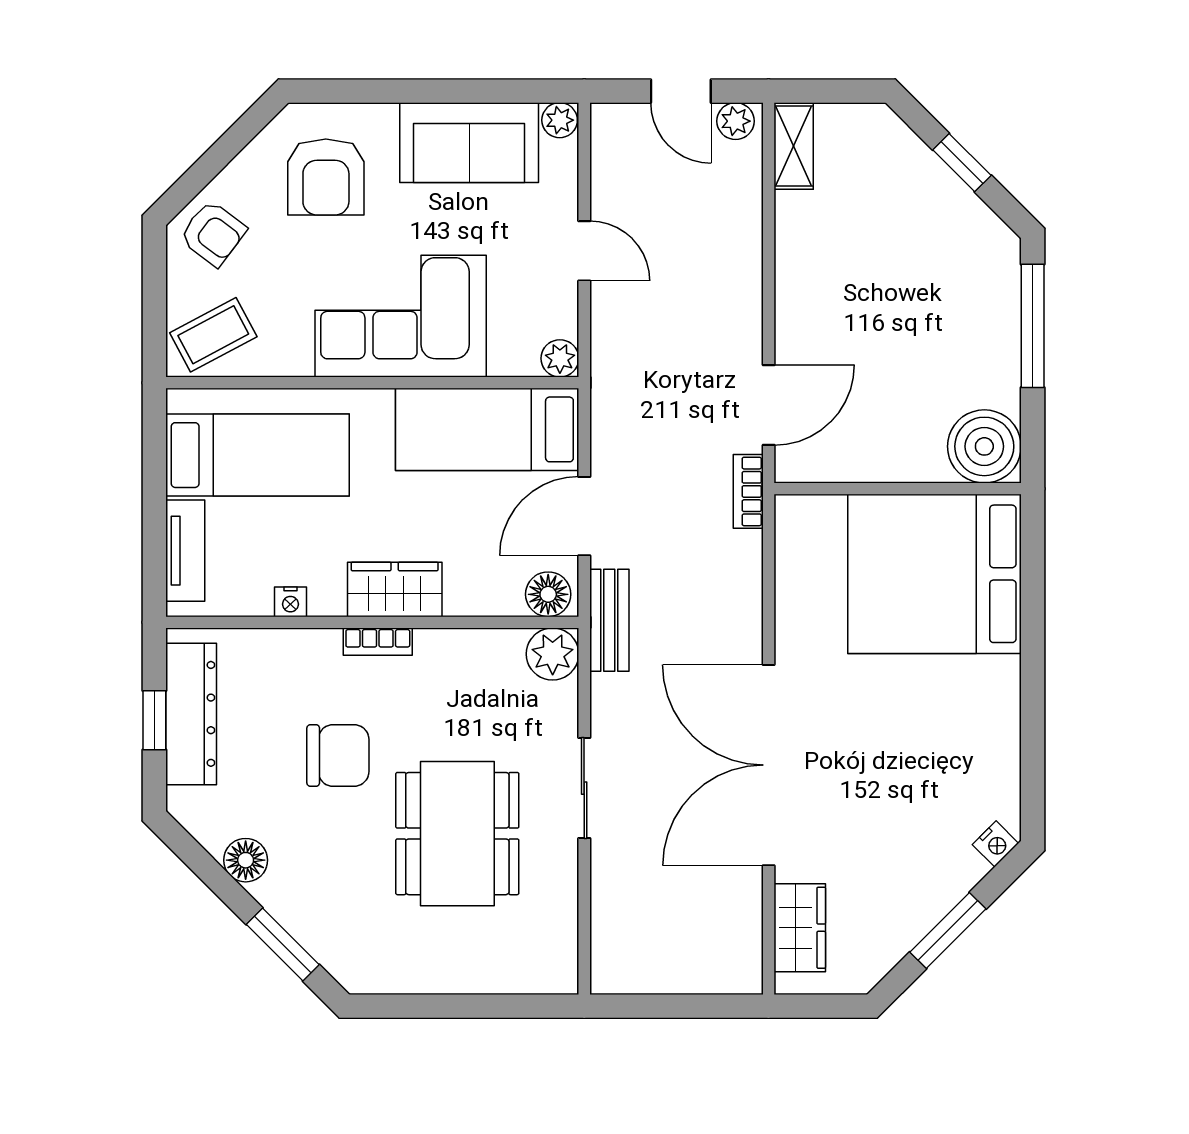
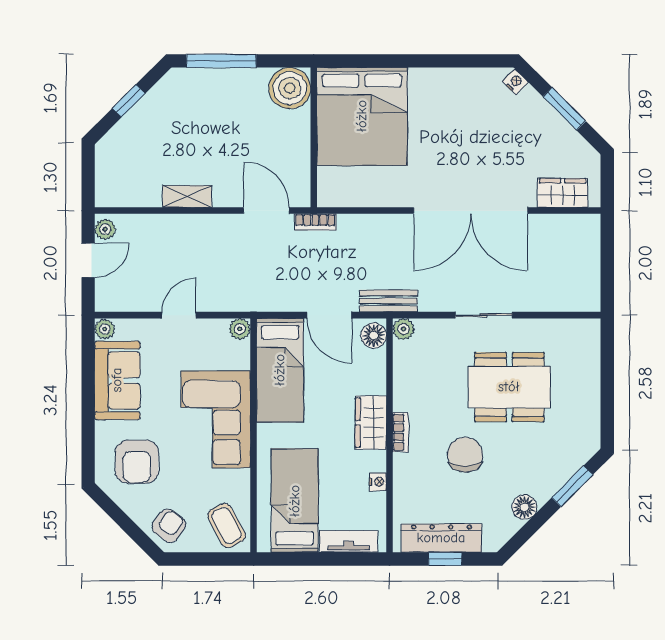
shelving: (794, 146) -> (187, 196), moved
armchair: (326, 177) -> (137, 462), turned 90
plant: (553, 654) -> (403, 329), width x0.73, depth x0.73

